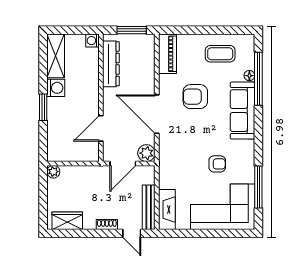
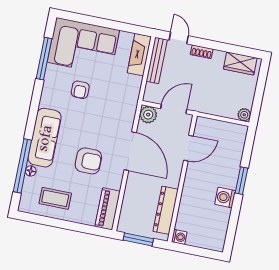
shelving: (56, 56) -> (219, 229), removed
armchair: (217, 164) -> (80, 90), turned -90

